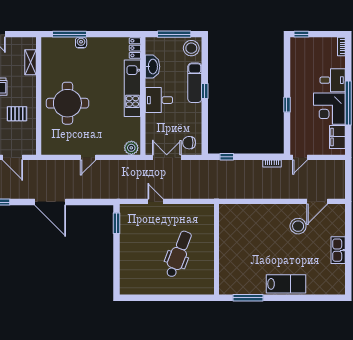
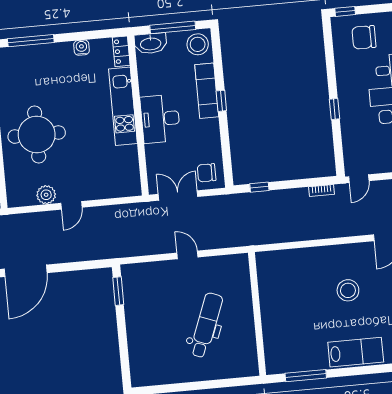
water cooler: (81, 43) -> (82, 48), moved
chair: (313, 54) -> (364, 37), added
washbasin: (152, 67) -> (151, 43), moved, turned 90
desk: (159, 100) -> (160, 119), width x1.37
plant: (131, 148) -> (46, 195), moved
door: (155, 201) -> (187, 255), moved
door: (50, 202) -> (26, 271), hinge flipped
stool: (298, 226) -> (348, 290), moved

